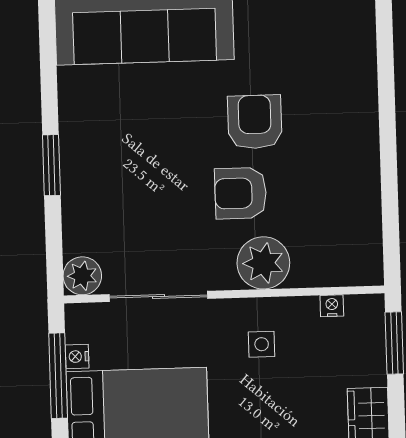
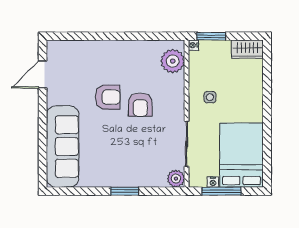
armchair: (255, 122) -> (108, 97), turned 180
plant: (263, 263) -> (173, 61), moved
nightstand: (332, 306) -> (193, 45), moved

